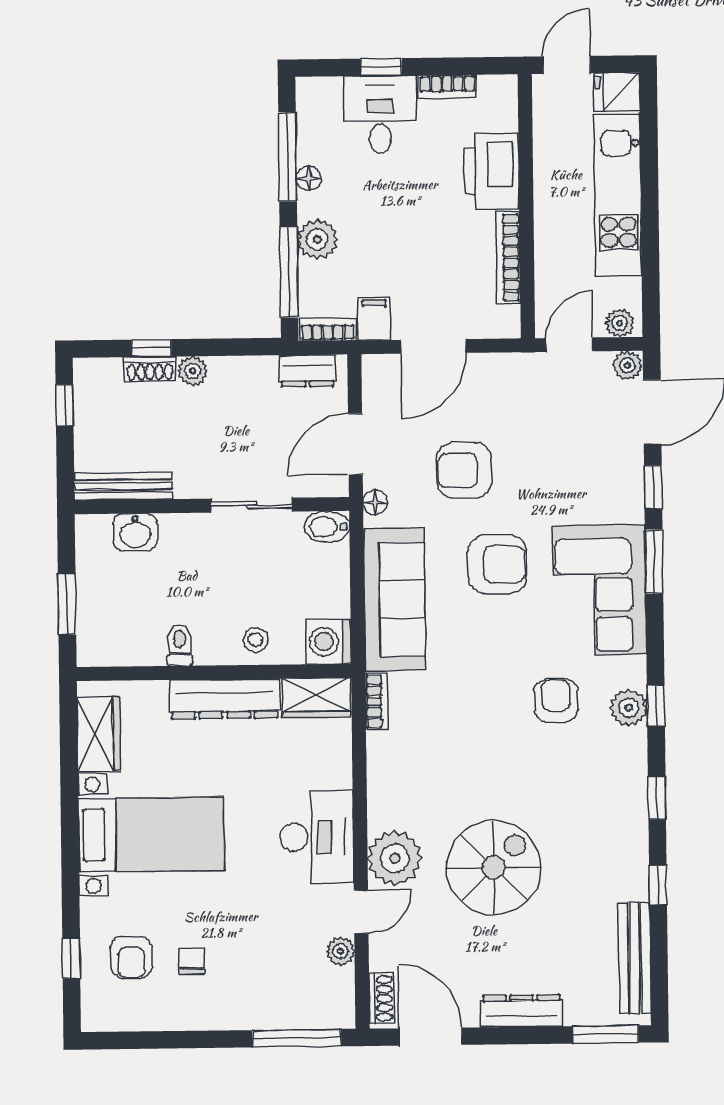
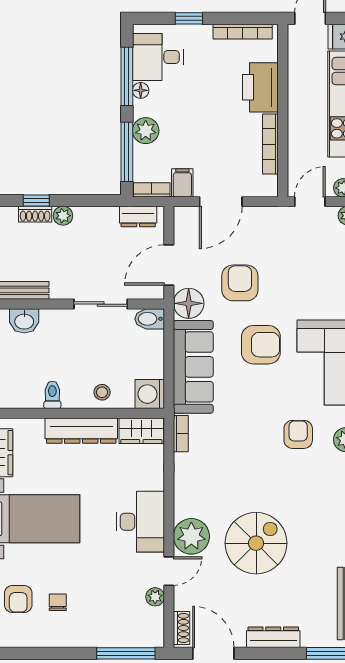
bookcase: (447, 87) -> (243, 32), width x1.56
desk: (380, 115) -> (158, 57), moved, turned -90
armchair: (464, 470) -> (240, 283), turned 90
floor lamp: (375, 502) -> (189, 303), width x1.89, depth x1.89

